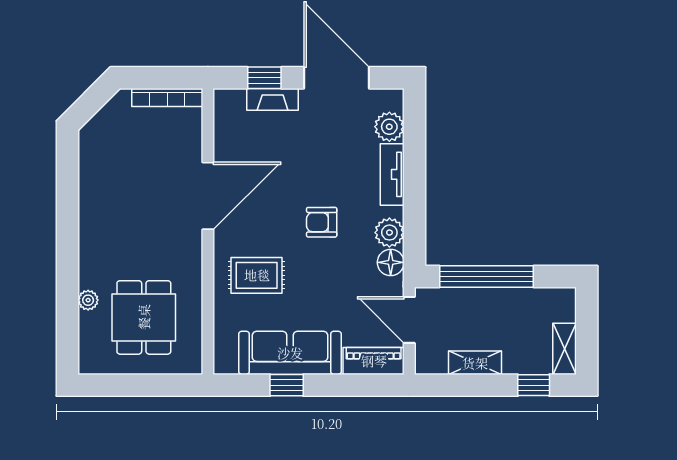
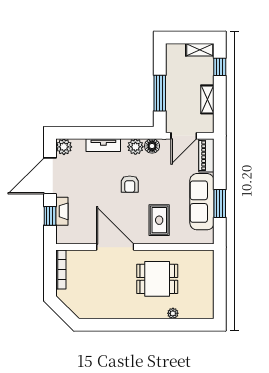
plant: (389, 127) -> (64, 147), moved
window: (486, 277) -> (160, 93), width x0.68
dining table: (144, 317) -> (157, 279), moved
window: (287, 385) -> (220, 204), width x1.50

